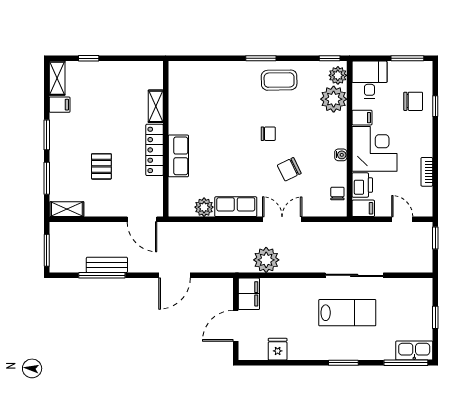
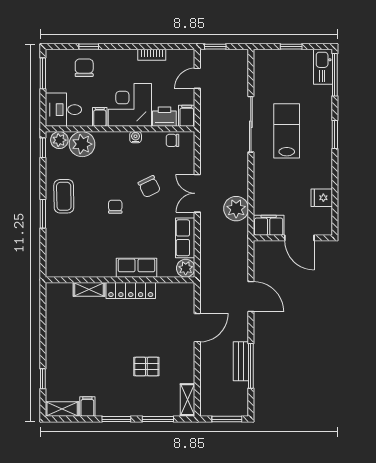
shelving: (156, 106) -> (89, 289), moved
wall: (166, 139) -> (120, 280), moved
locker: (154, 150) -> (131, 291), moved
row of seats: (178, 156) -> (136, 268), moved

